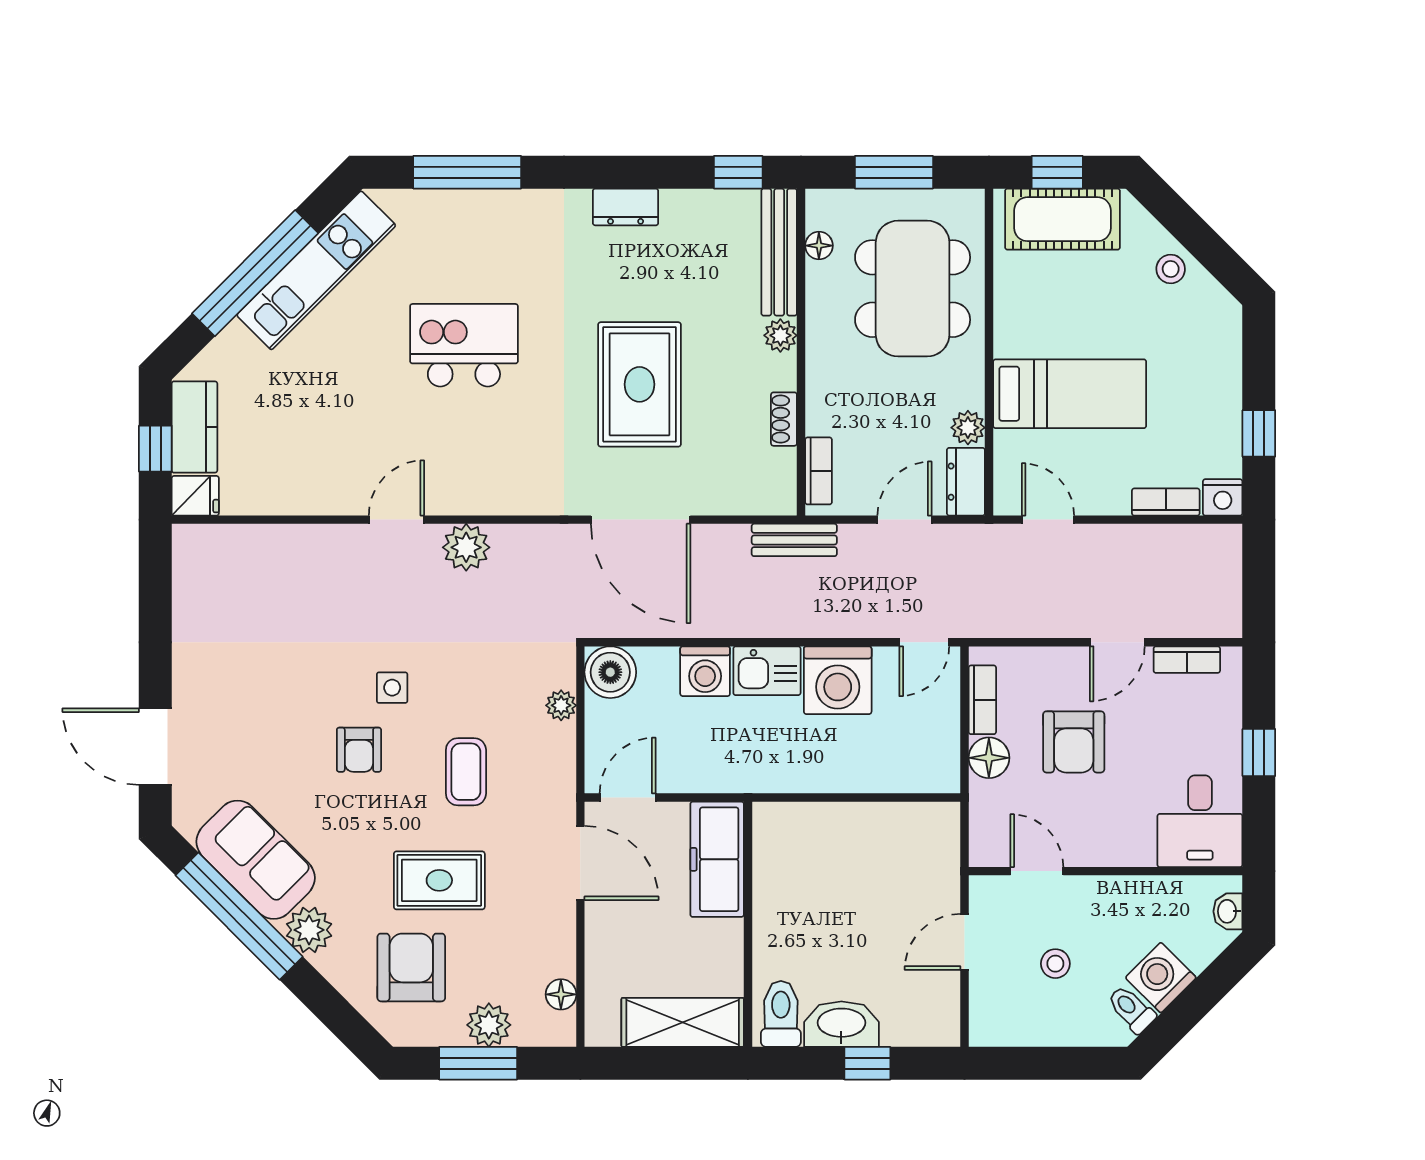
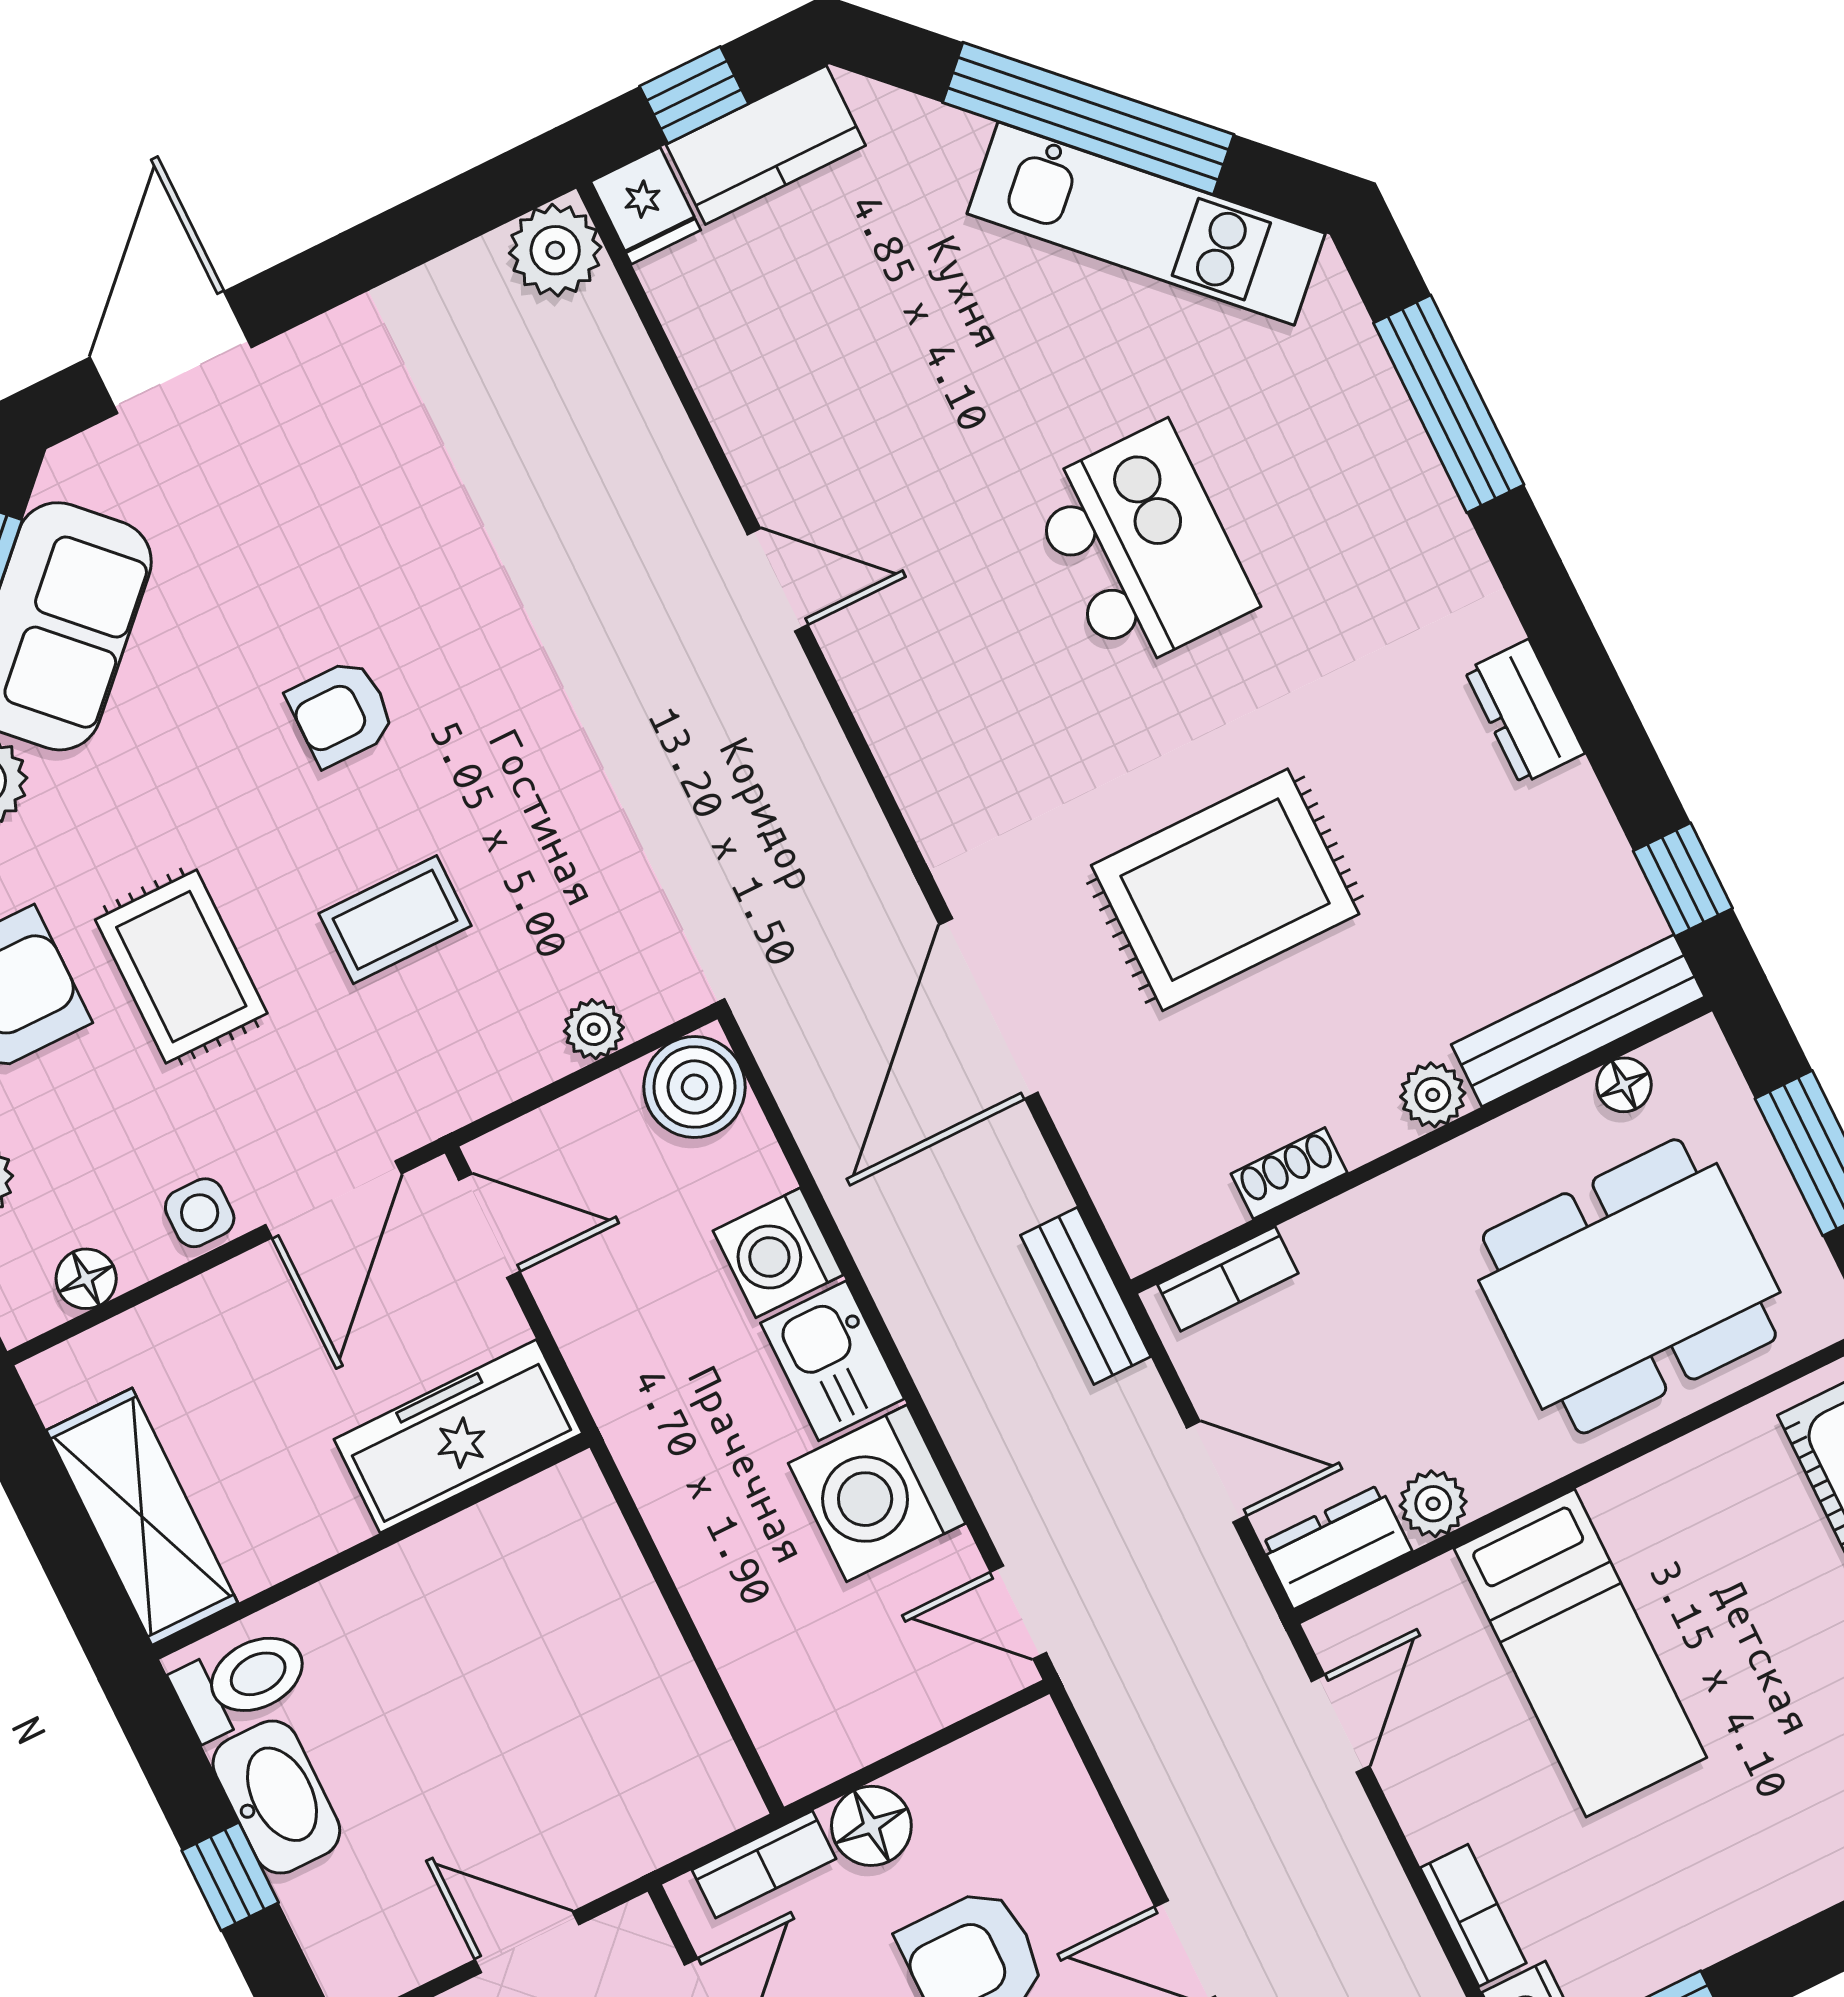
plant: (466, 547) -> (555, 250), moved
side table: (392, 688) -> (200, 1213), moved
bookcase: (982, 700) -> (764, 1864), moved

